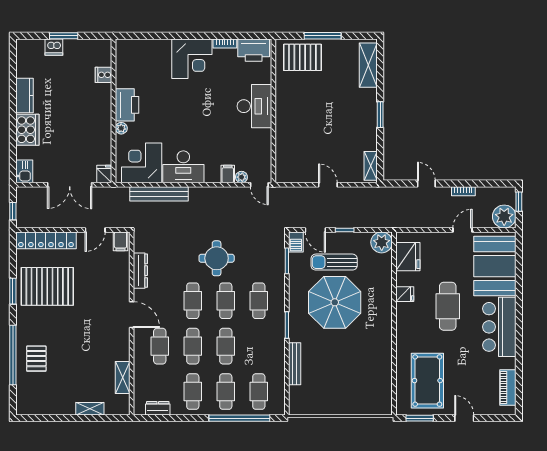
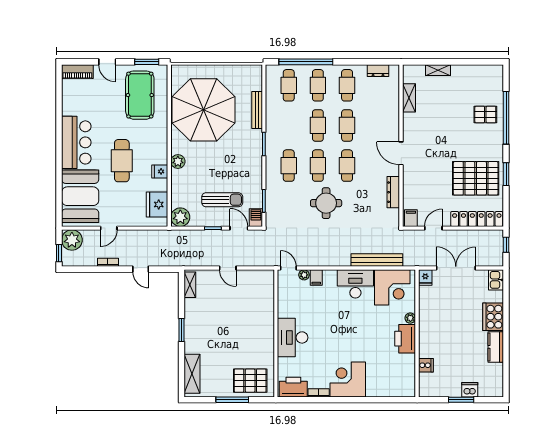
parasol: (335, 302) -> (203, 110), moved, width x1.36, depth x1.36
plant: (384, 305) -> (178, 162), added
cafe table: (160, 346) -> (376, 125), removed
pallet: (36, 359) -> (485, 115), turned 90
piano: (508, 388) -> (77, 72), moved, turned 90

